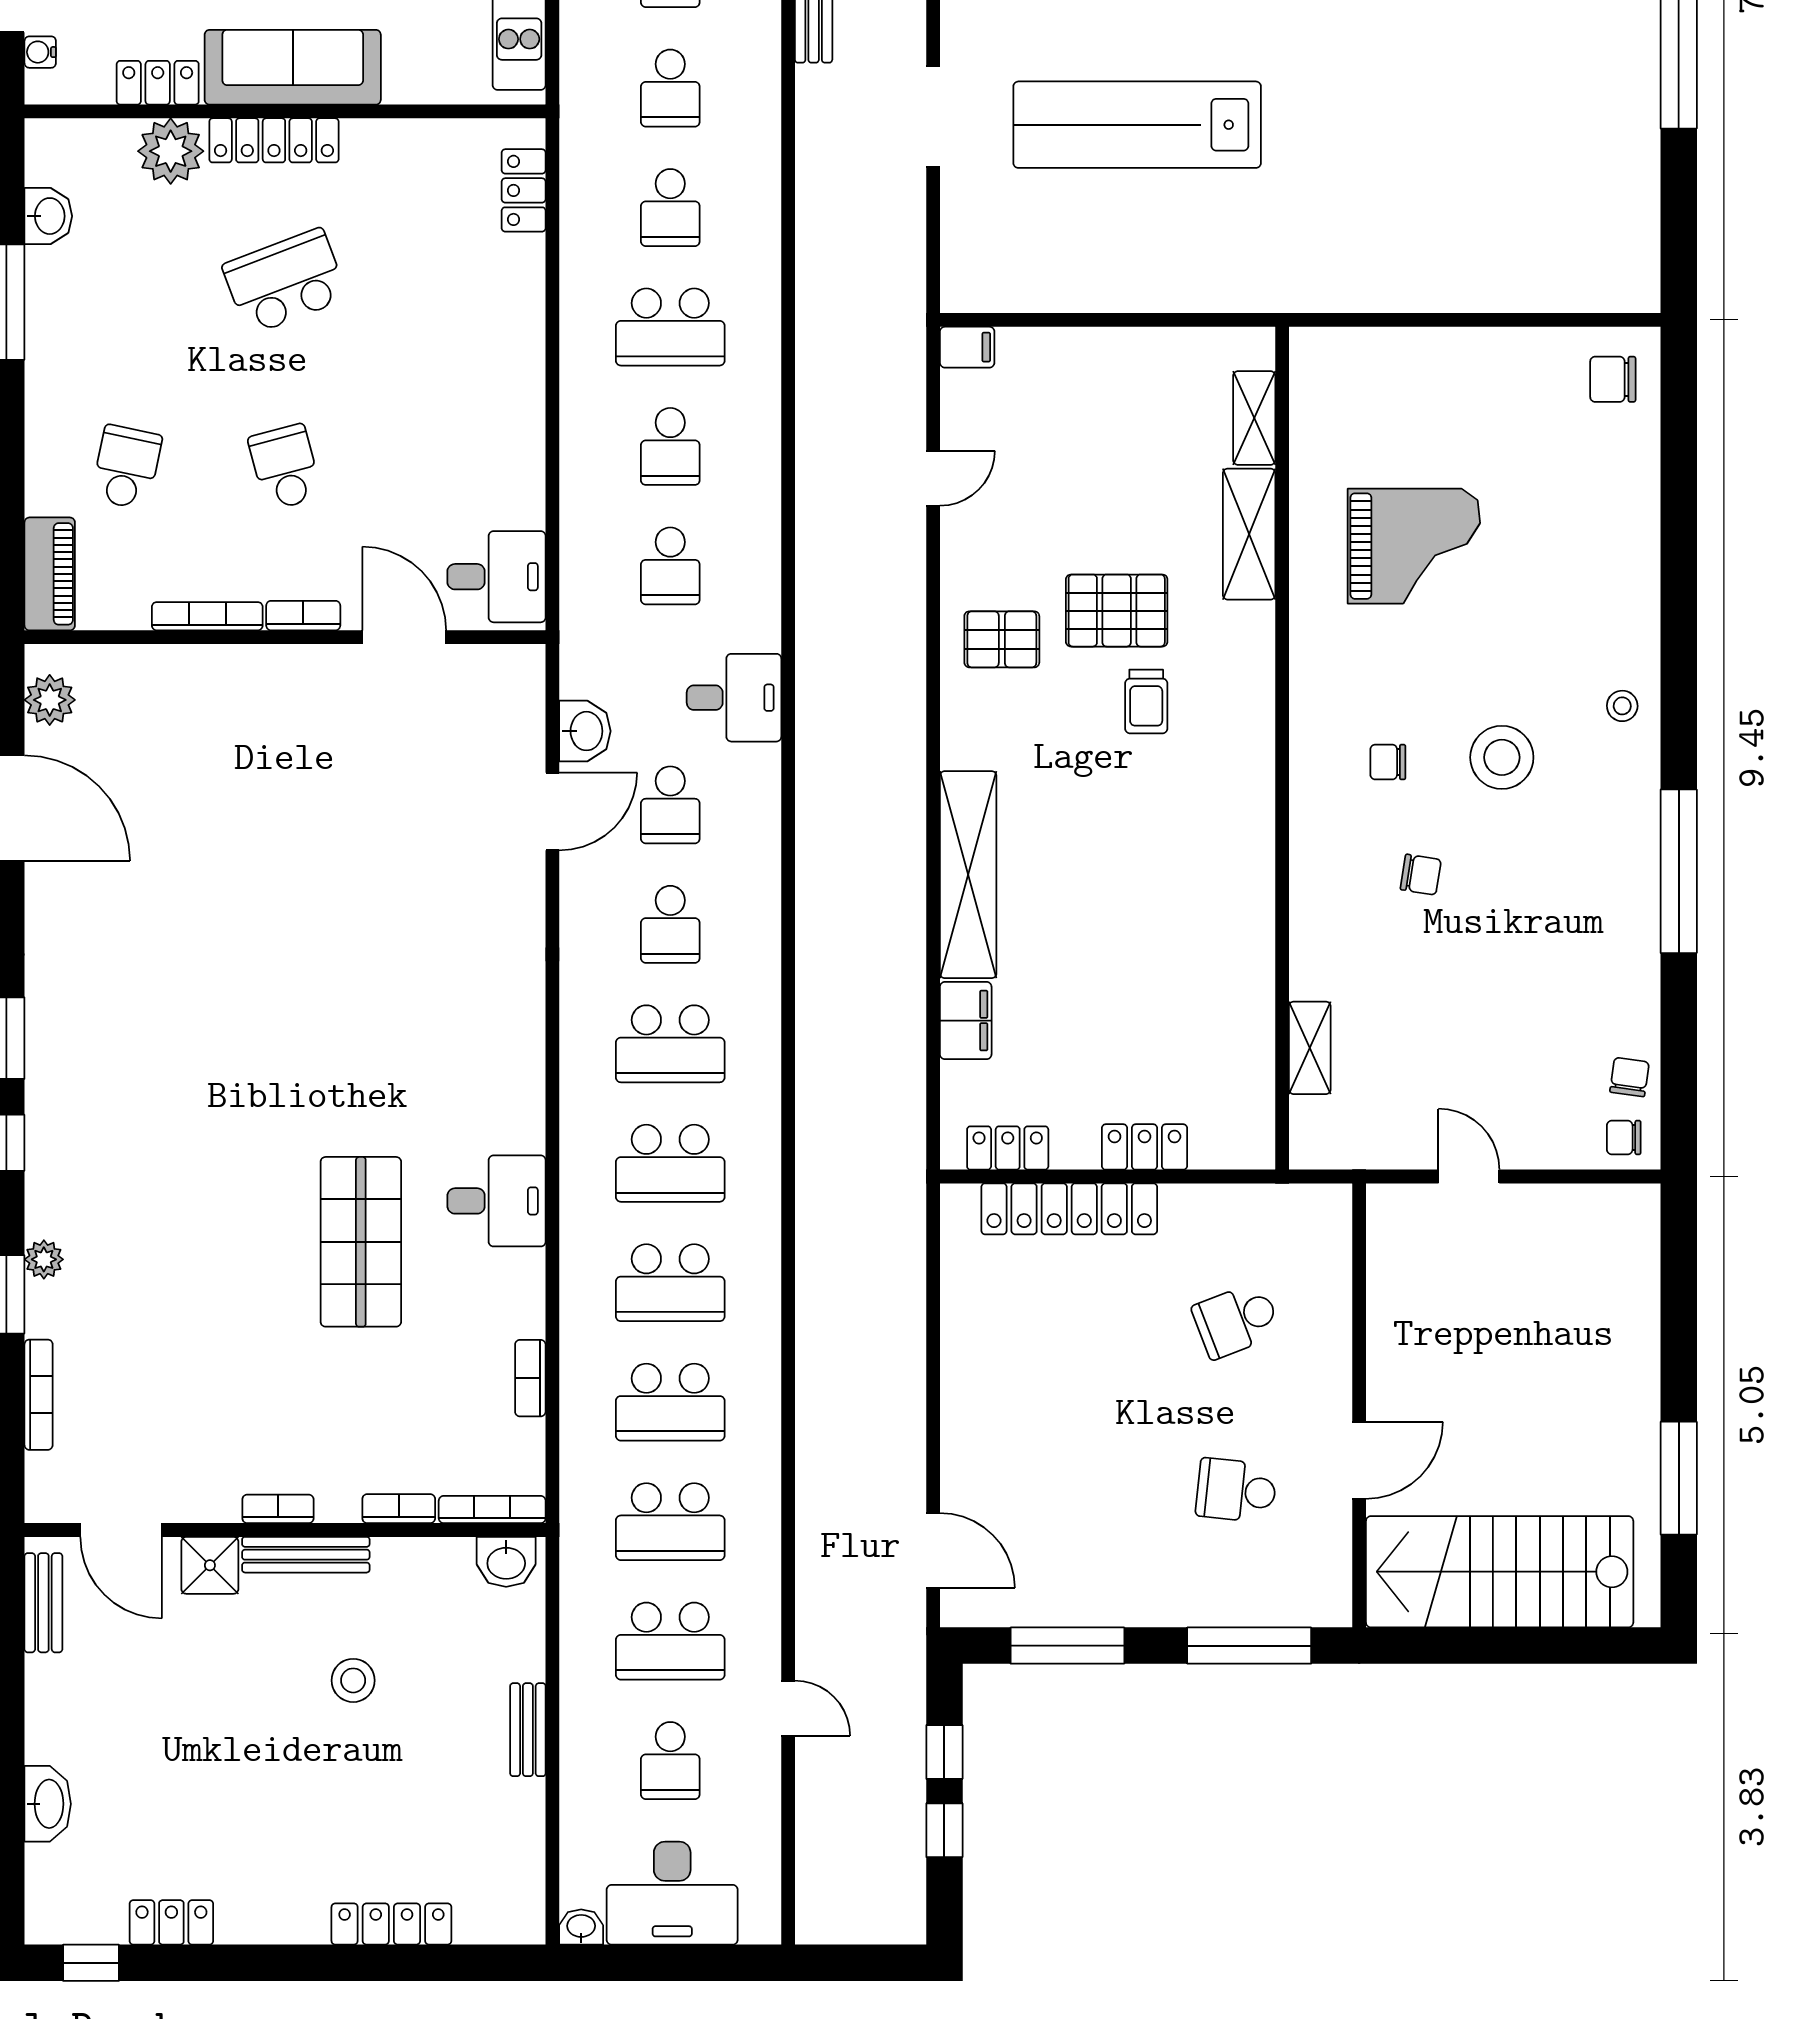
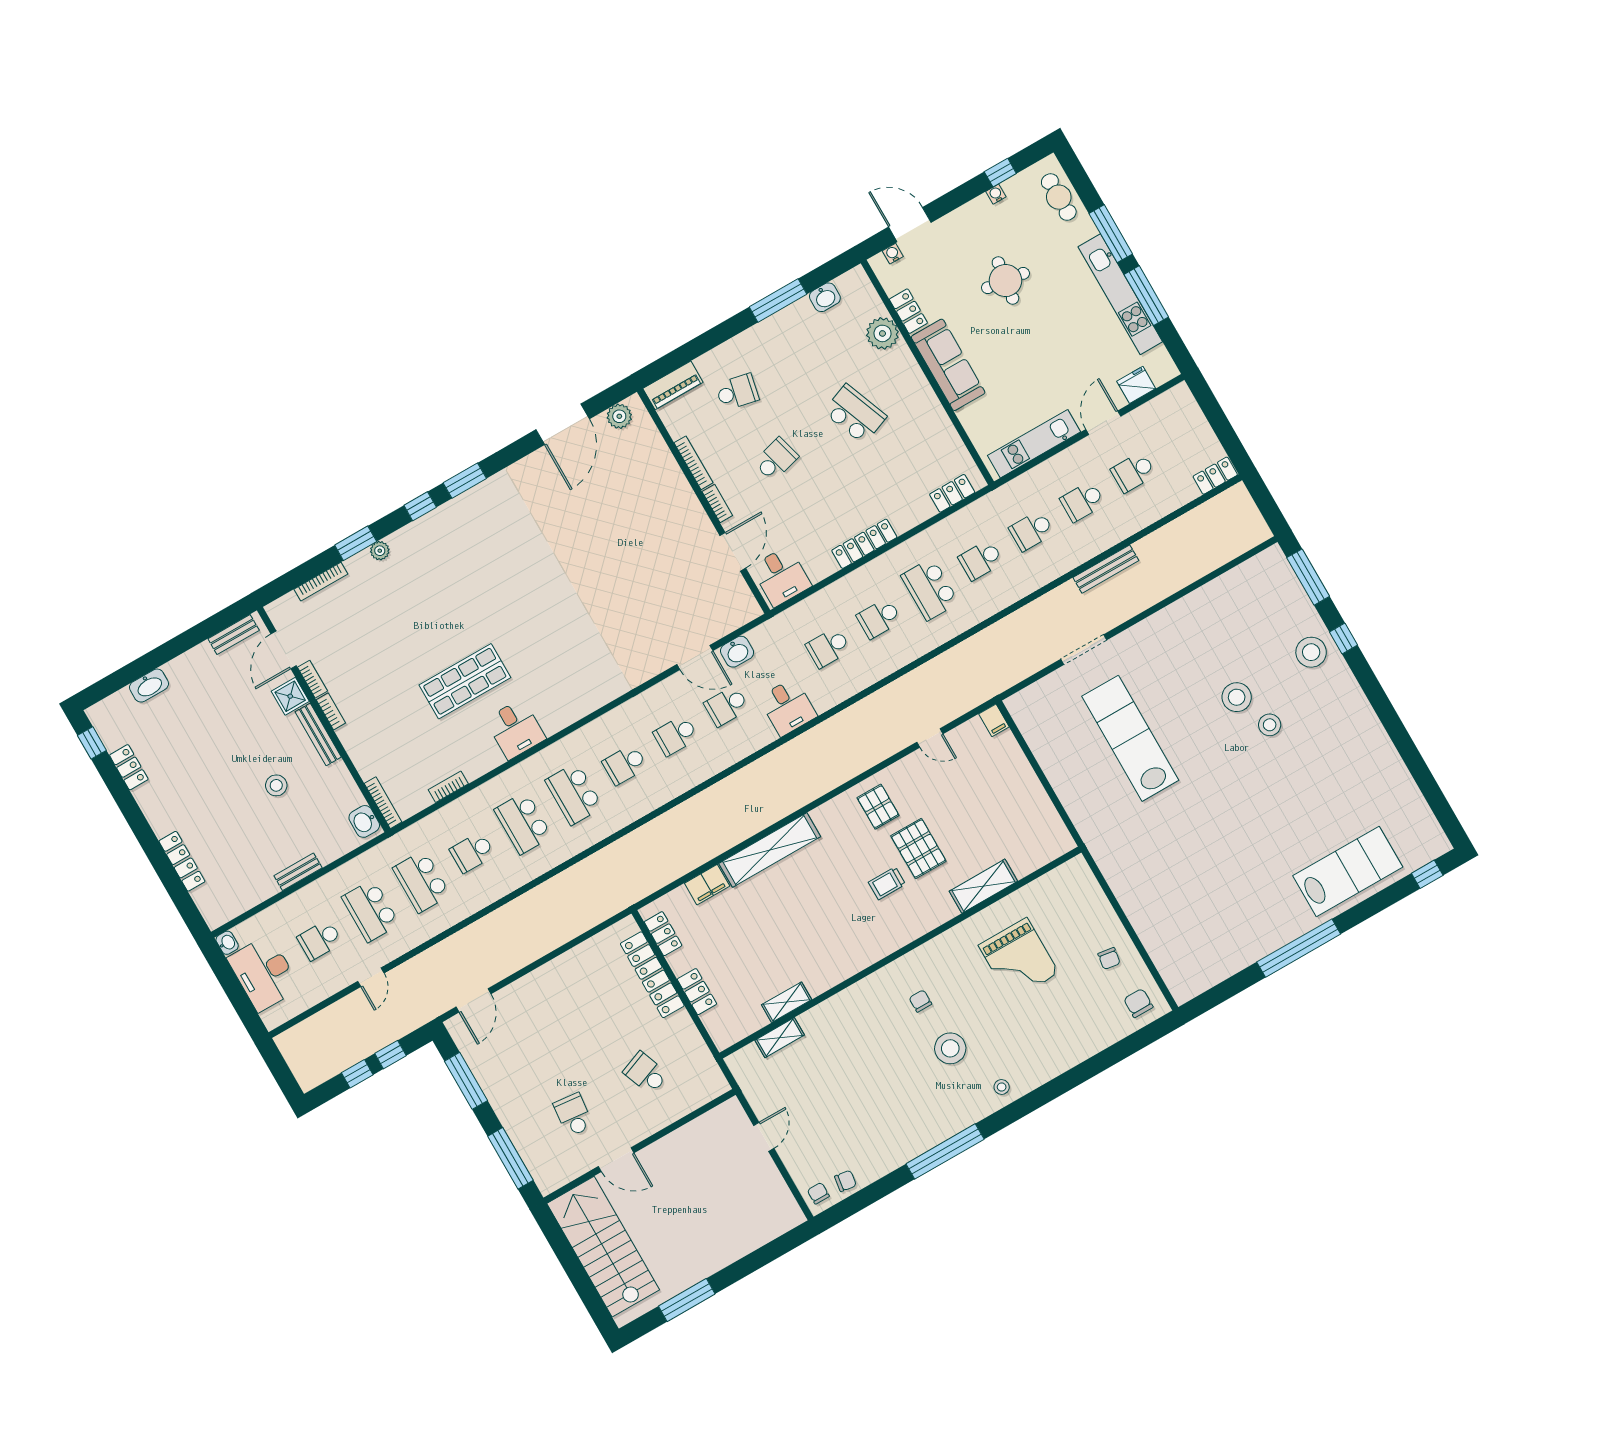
locker: (274, 140) -> (864, 544), moved, turned 90
shelving: (1254, 418) -> (787, 1002), moved
chair: (1421, 875) -> (1109, 959), moved
school desk: (670, 1044) -> (625, 765), width x0.54
school desk: (670, 1402) -> (472, 852), width x0.54
bookcase: (399, 1509) -> (312, 679), moved

